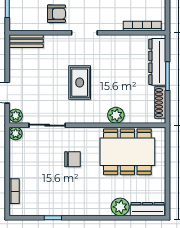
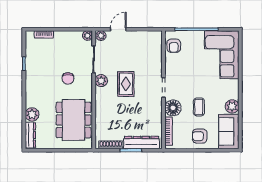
armchair: (56, 14) -> (174, 46), moved
floor lamp: (111, 20) -> (173, 108), added
bench: (26, 41) -> (157, 44), removed
rug: (80, 83) -> (126, 84), turned 90
plant: (116, 115) -> (101, 81), moved

